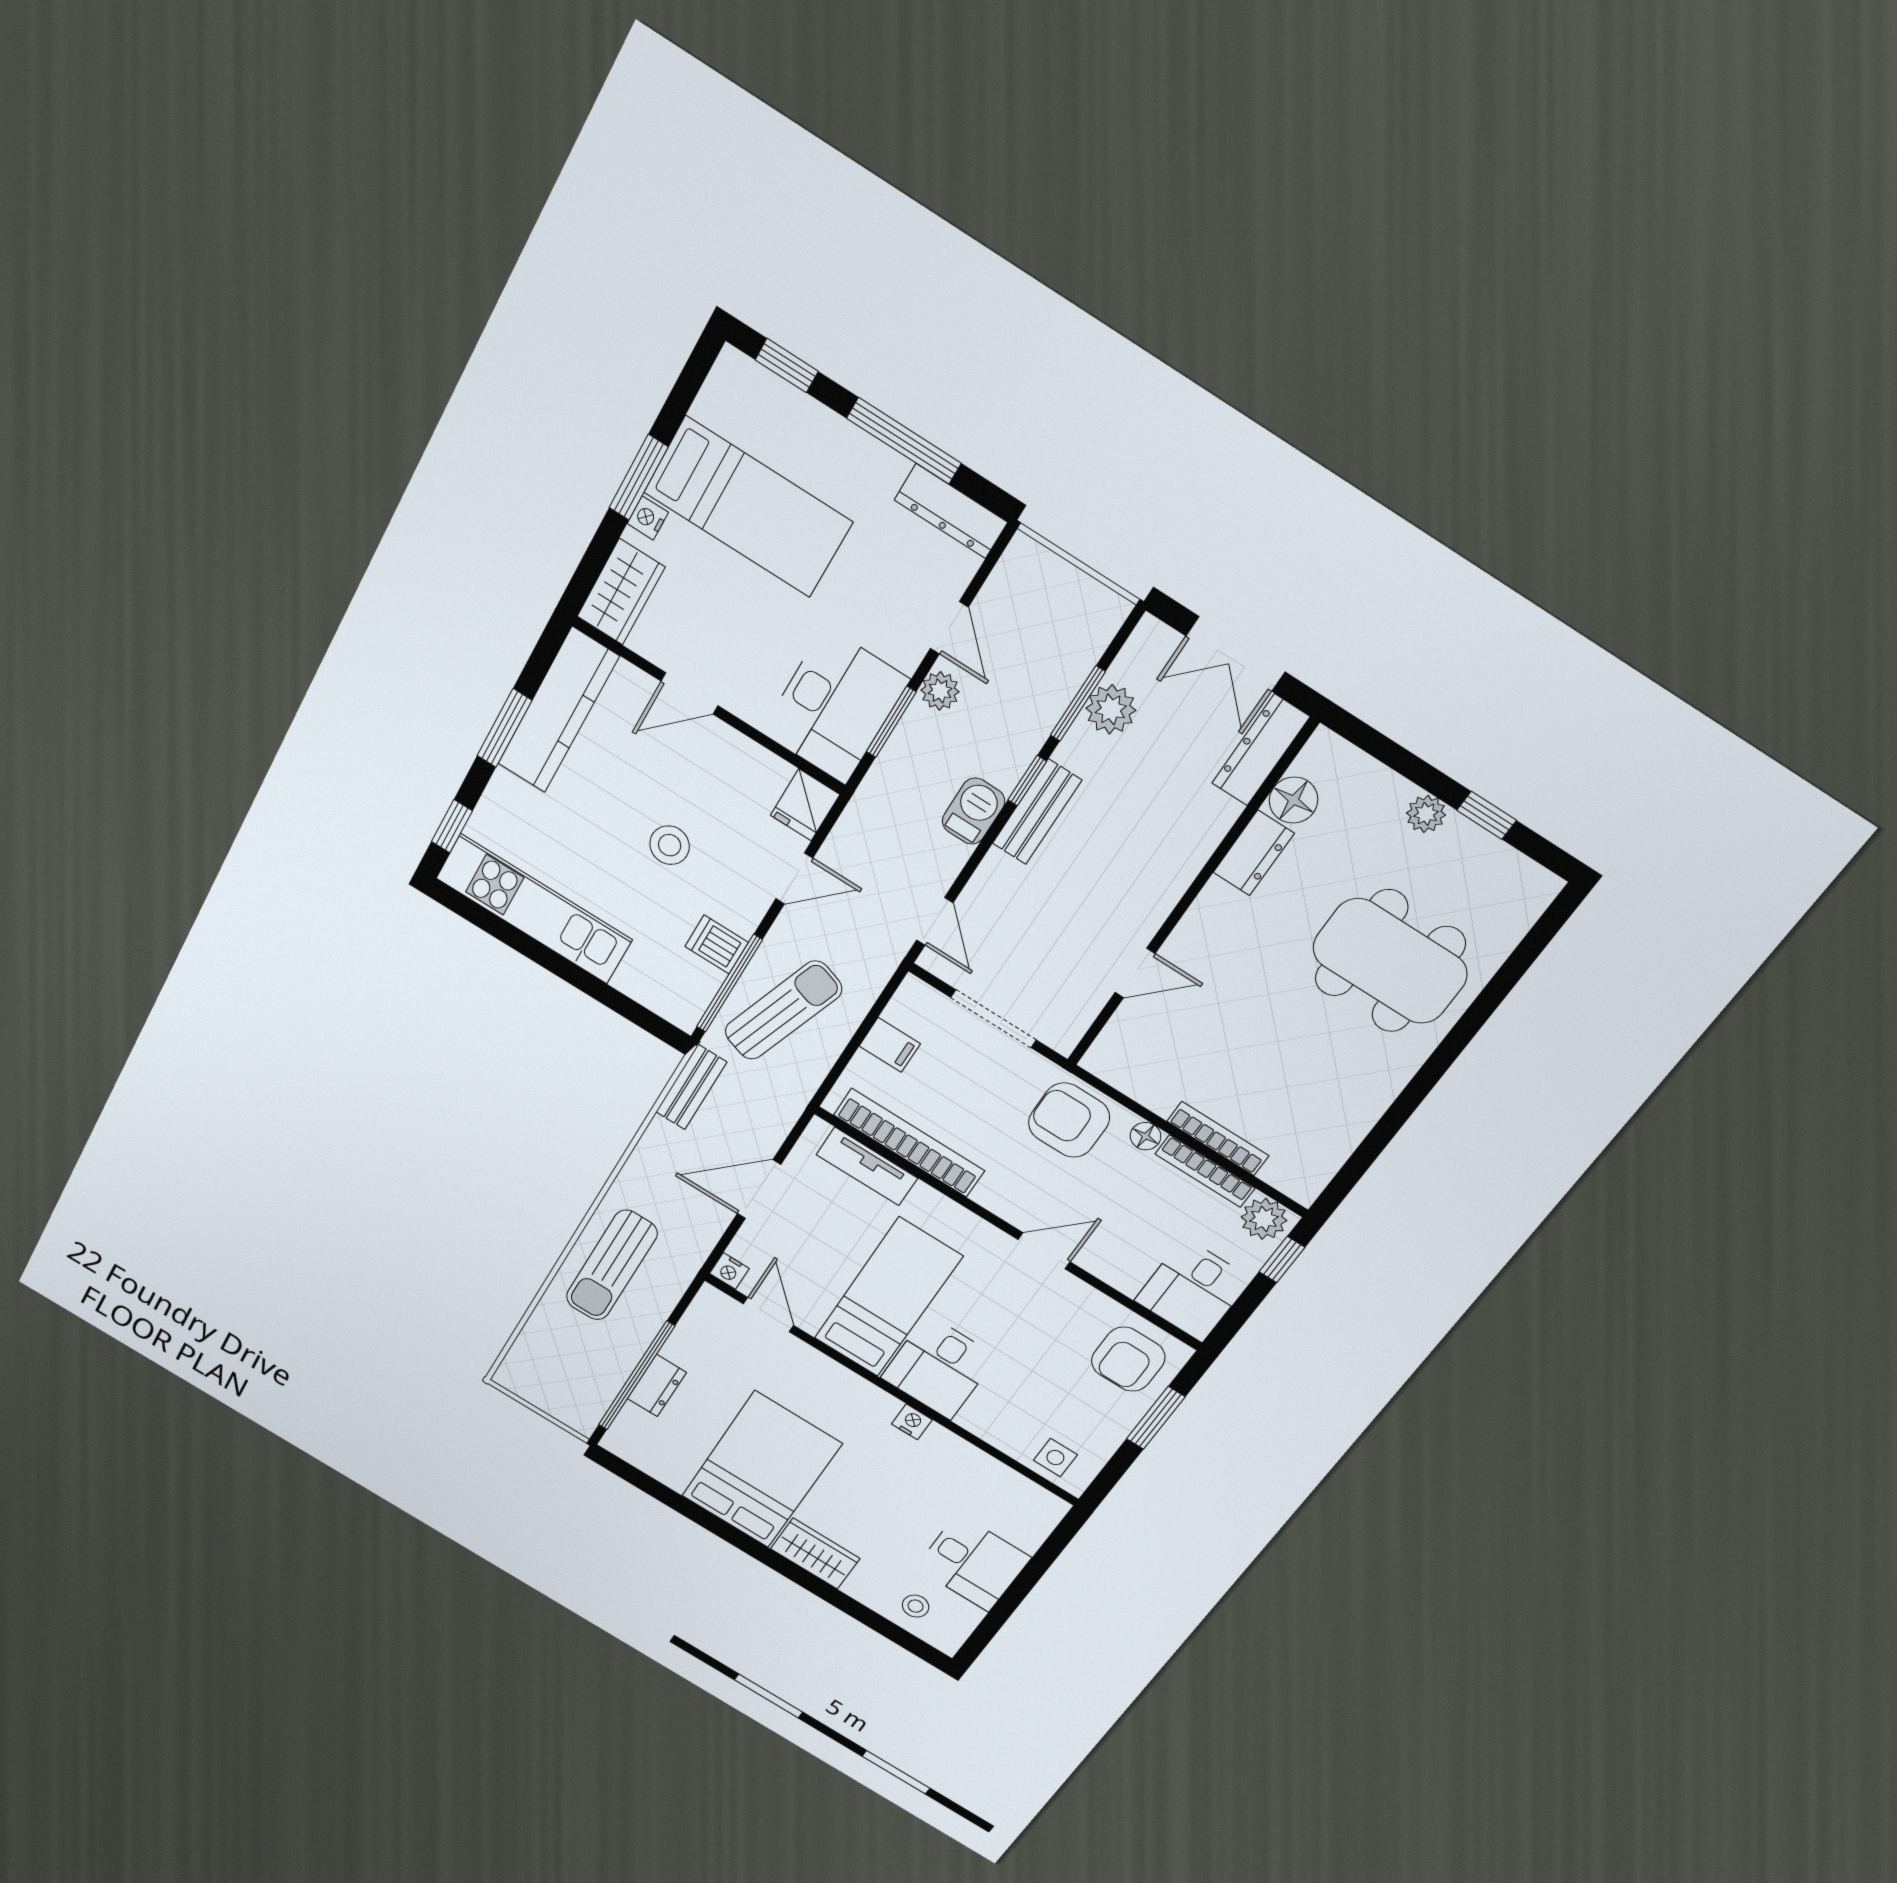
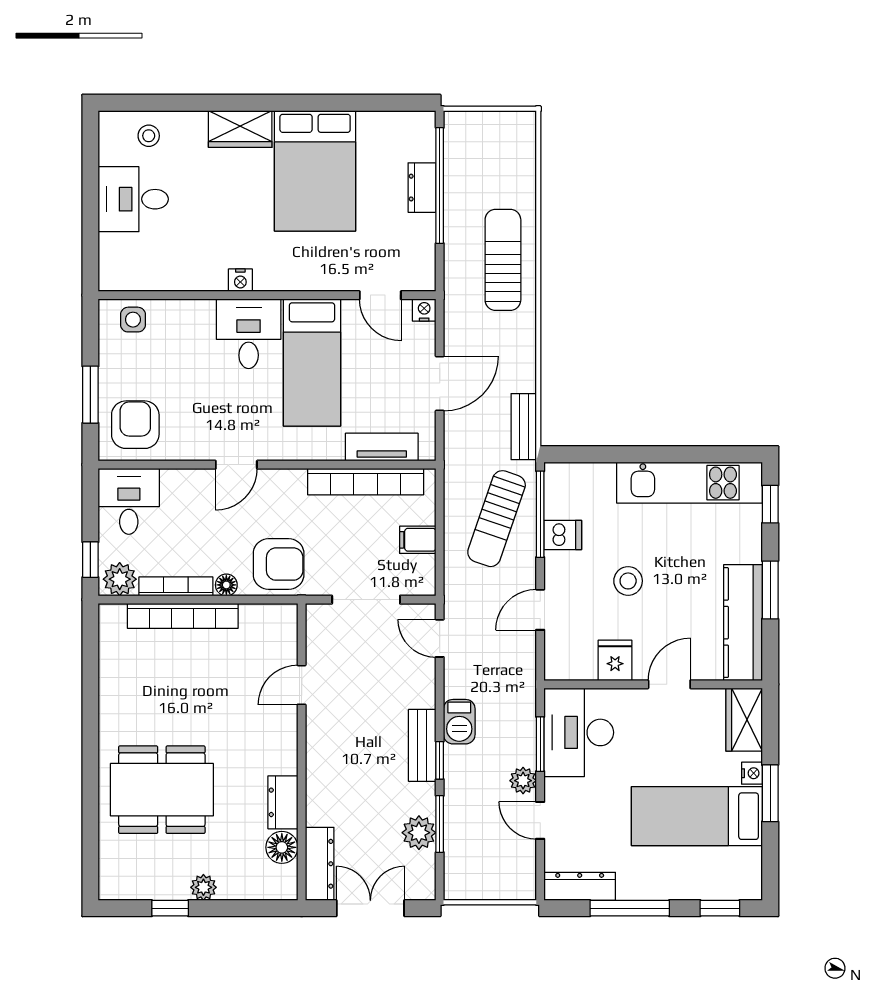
fridge: (805, 805) -> (615, 660), moved
bookcase: (1218, 1139) -> (183, 616), width x1.48, depth x1.31

